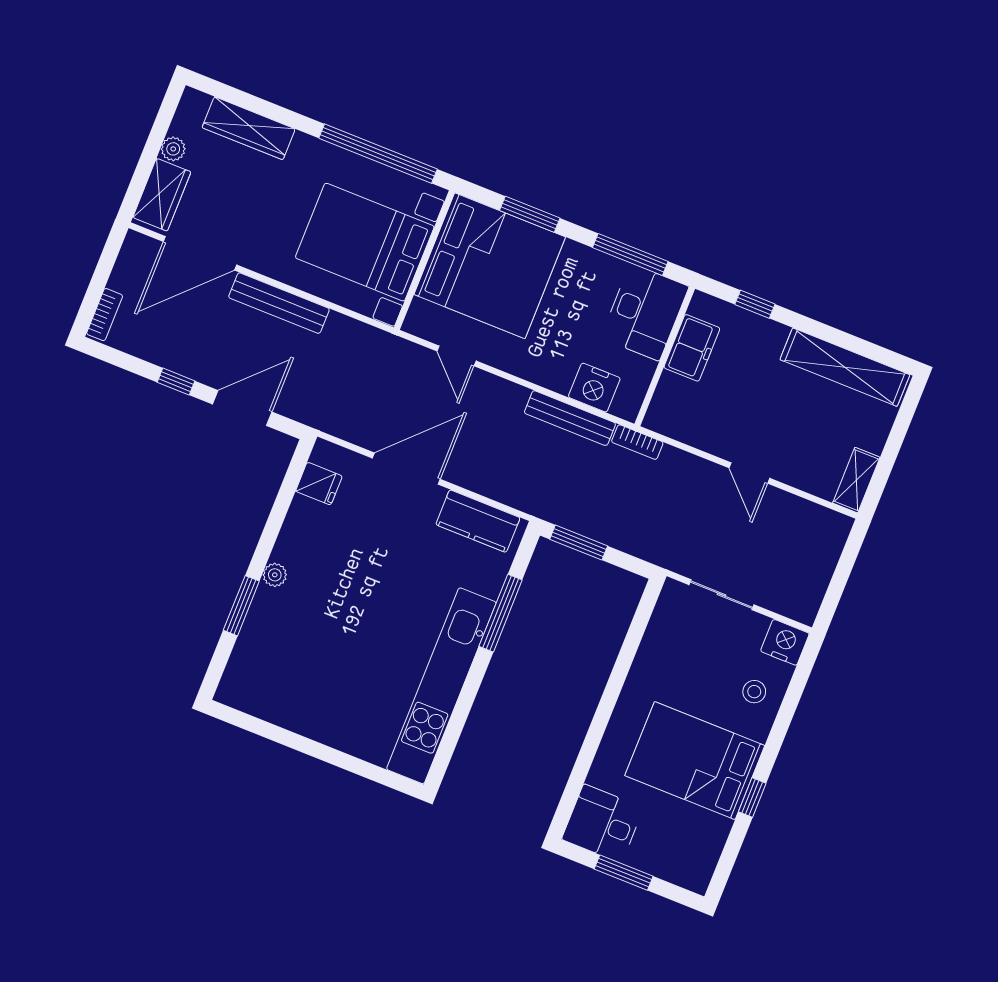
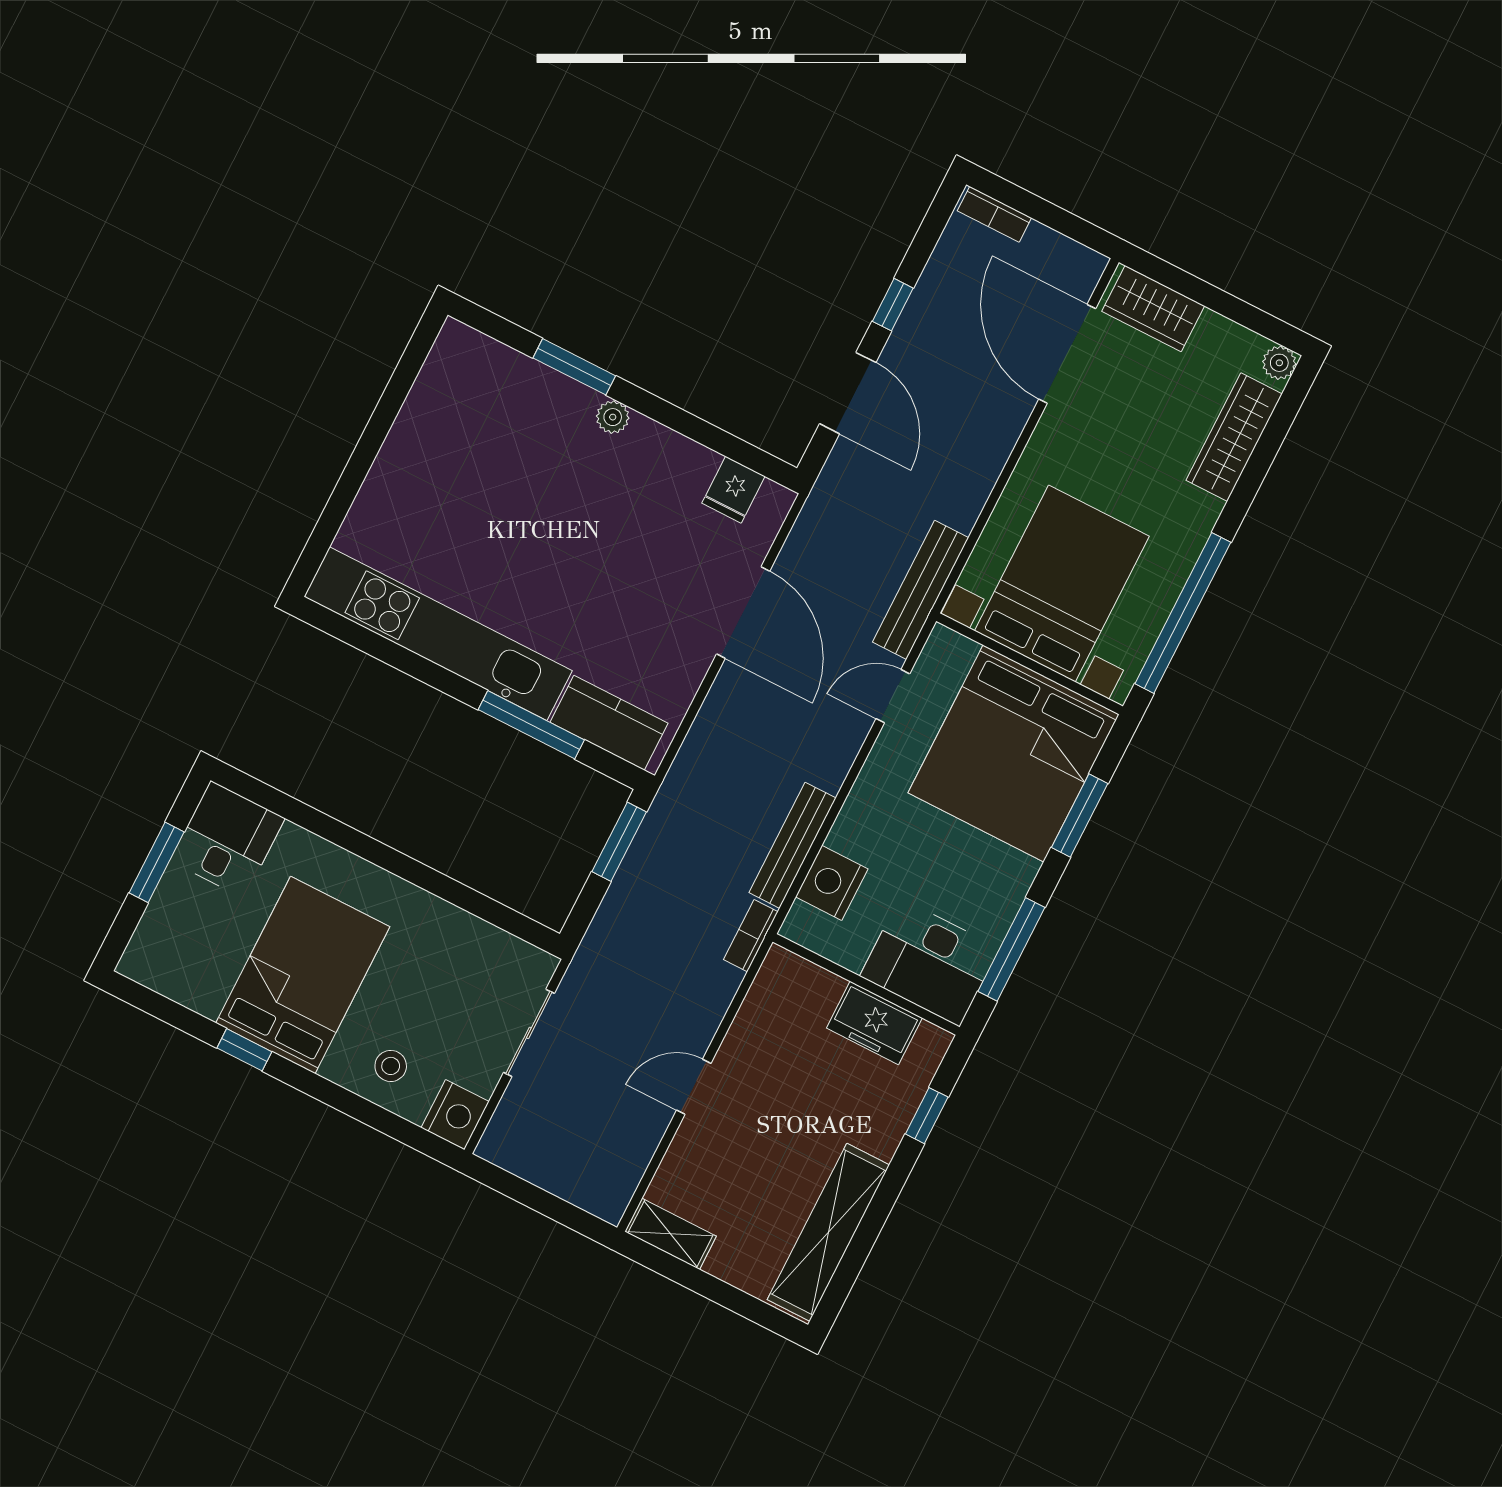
plant: (173, 149) -> (1279, 363), moved
bench: (279, 303) -> (921, 590), moved
kitchen counter: (478, 521) -> (609, 723), moved, turned 90

